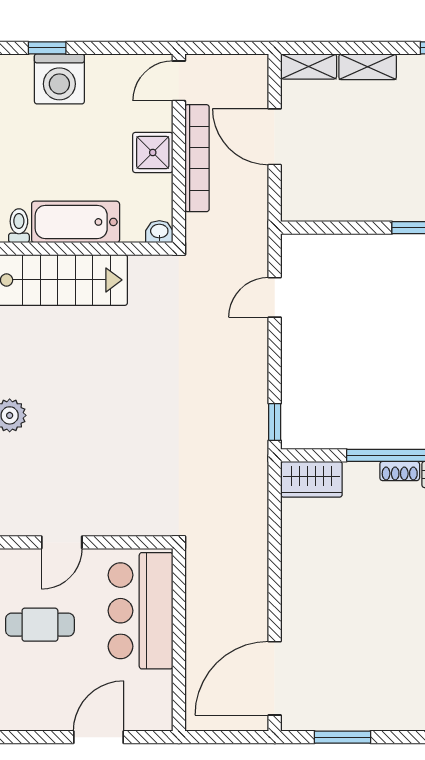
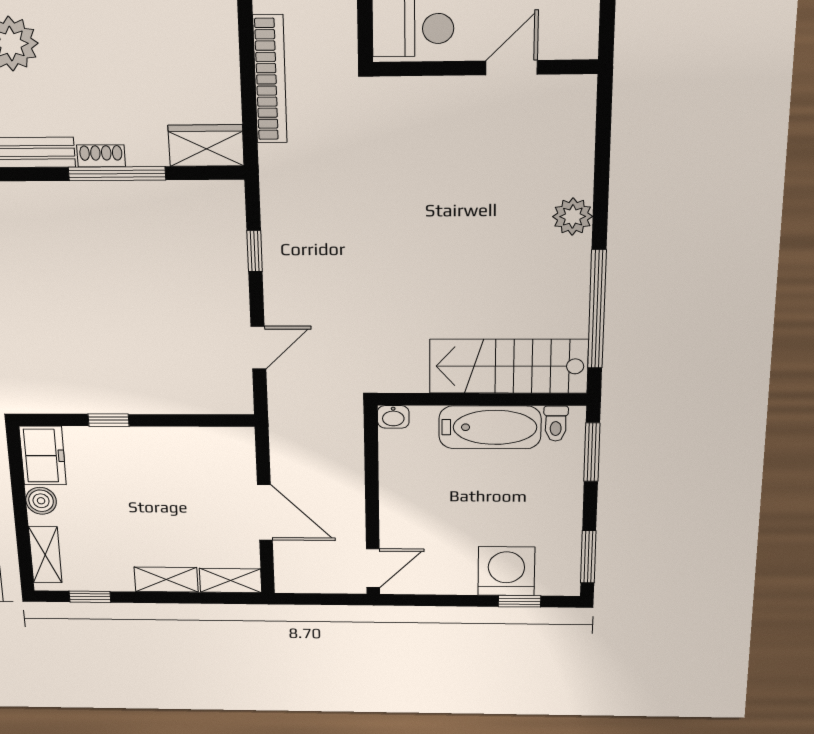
shower: (153, 152) -> (401, 498), removed
bookcase: (197, 158) -> (270, 79), moved, turned 180
window: (275, 422) -> (255, 251), moved

